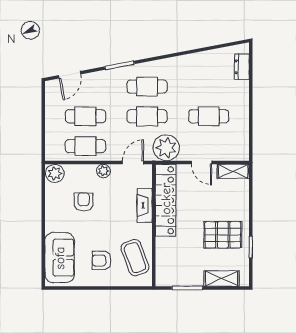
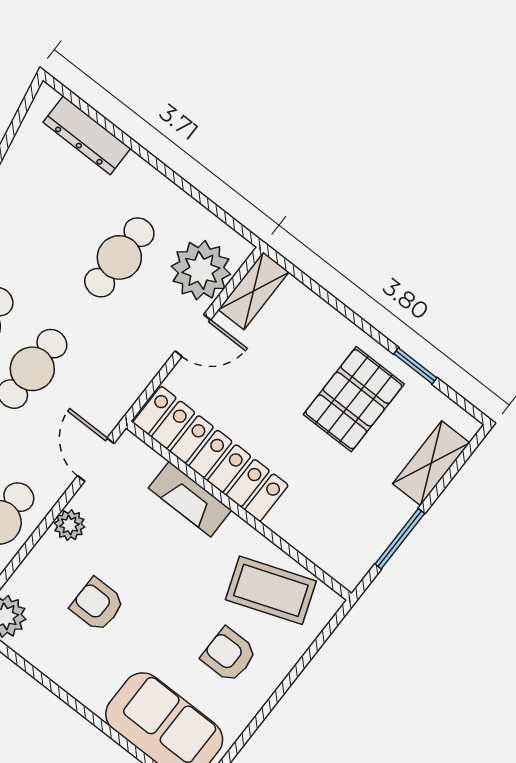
dresser: (242, 67) -> (87, 135), width x1.44
plant: (166, 148) -> (201, 270), moved
armchair: (102, 260) -> (229, 655), turned 90

